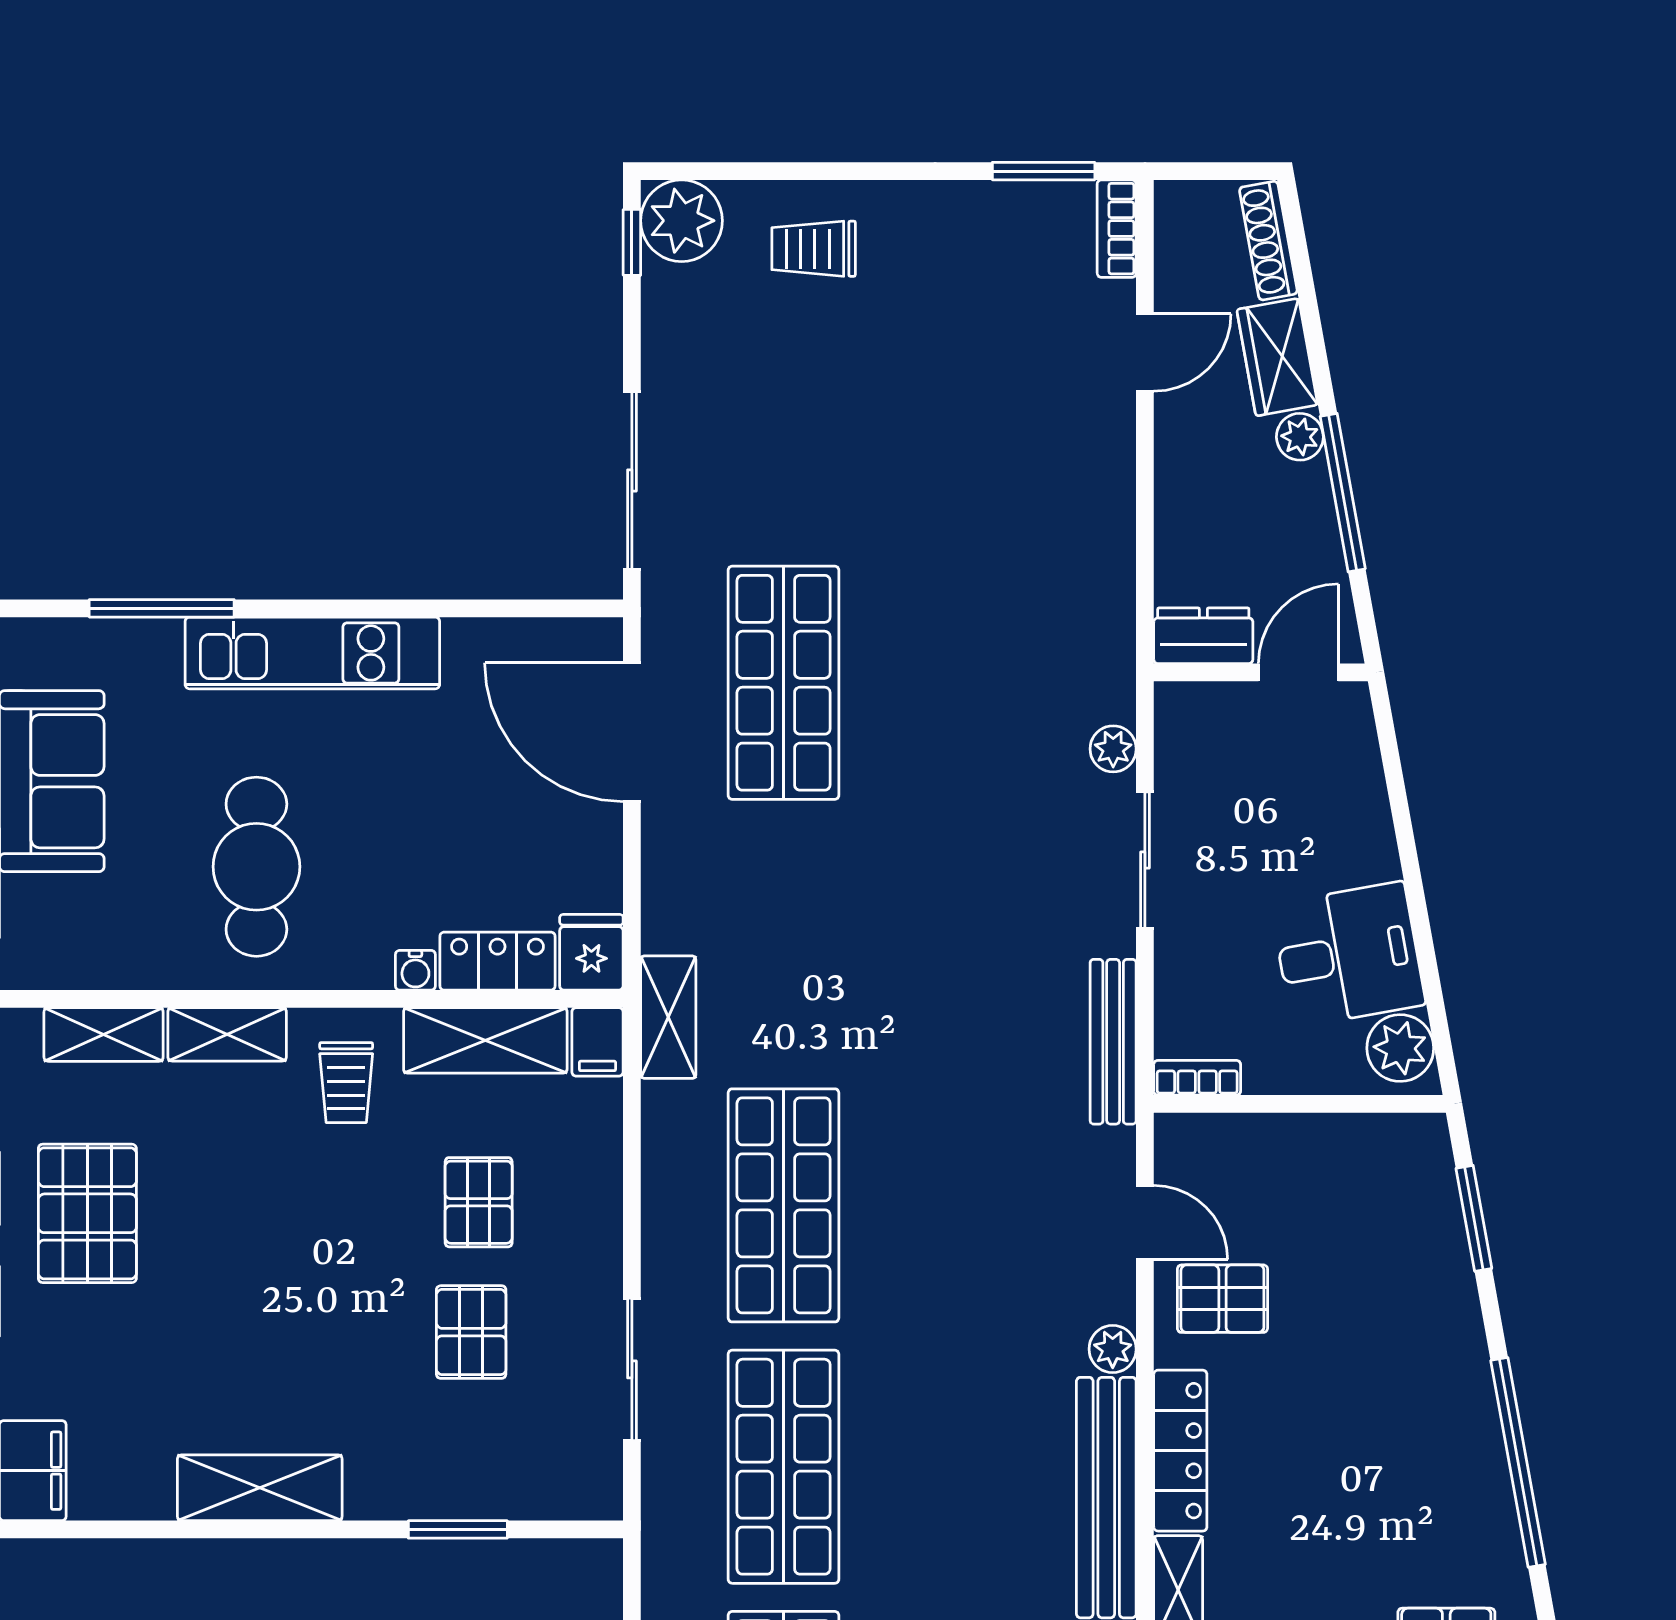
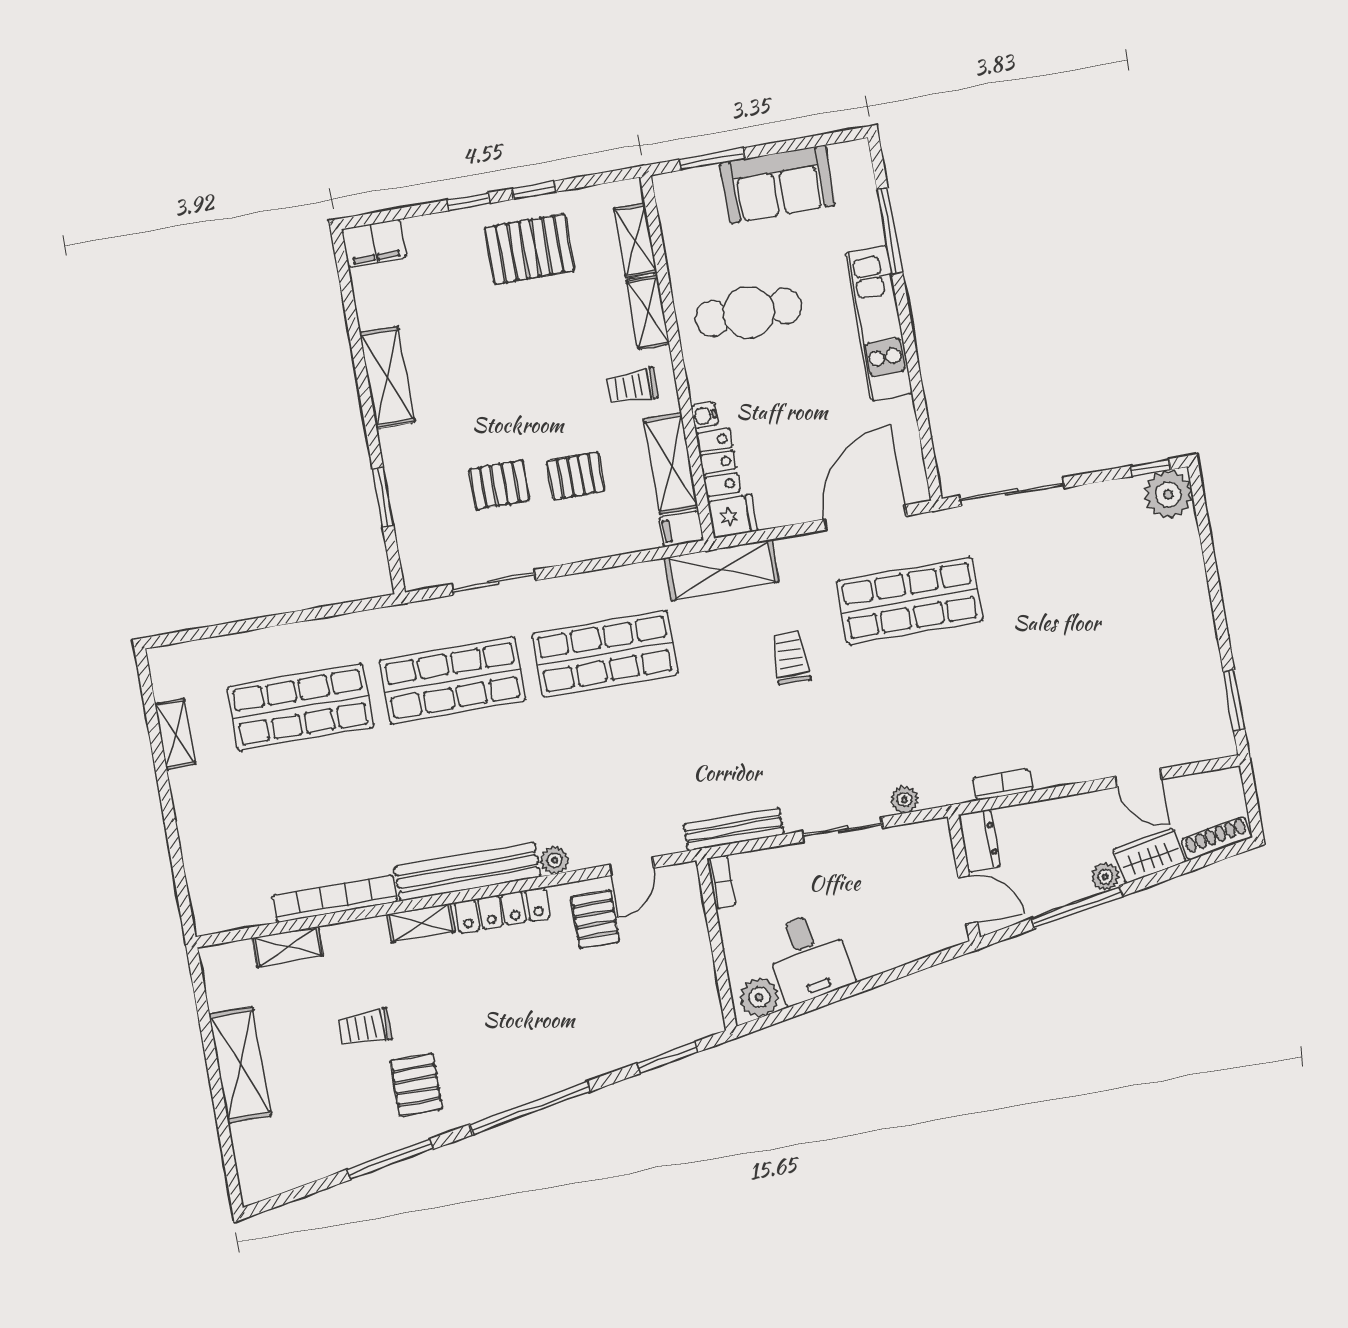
bookcase: (1117, 229) -> (1003, 785), moved
trolley: (814, 249) -> (790, 658), moved
shelving: (668, 1017) -> (722, 570), width x1.50, depth x1.33

